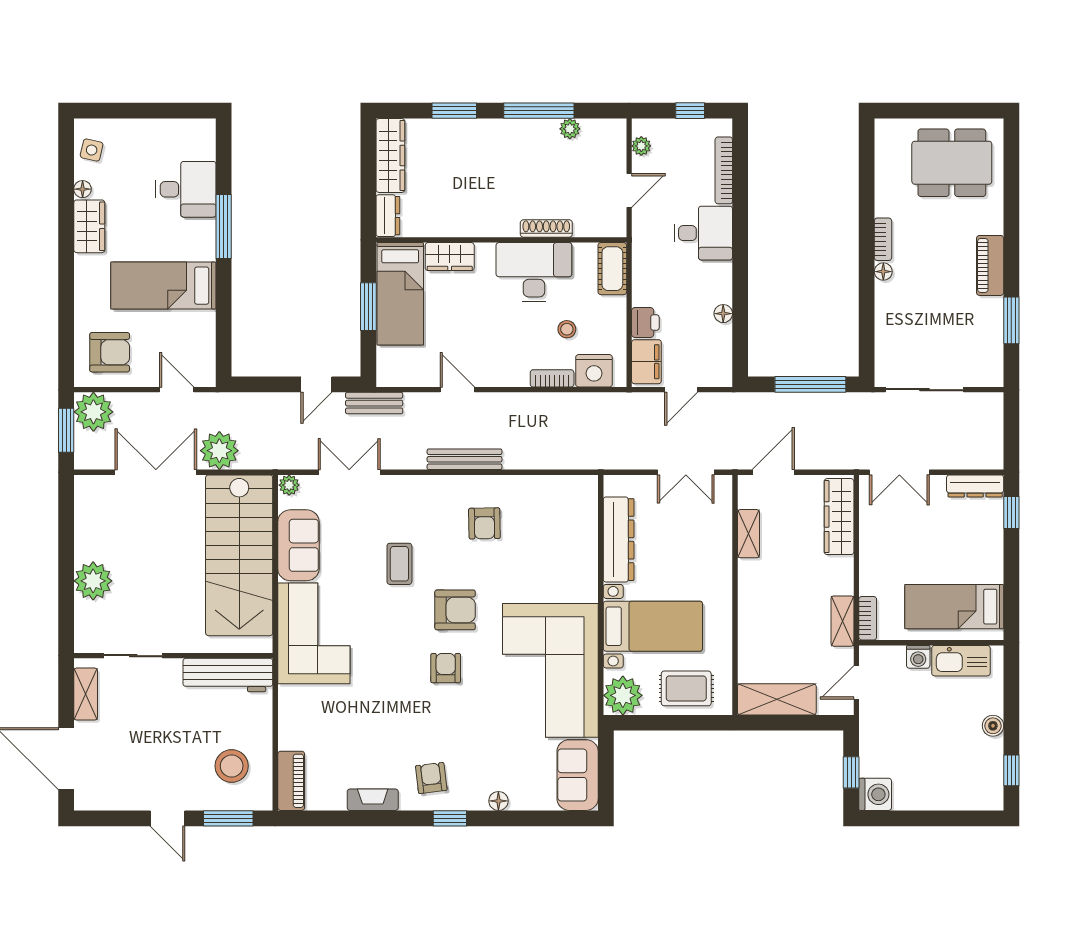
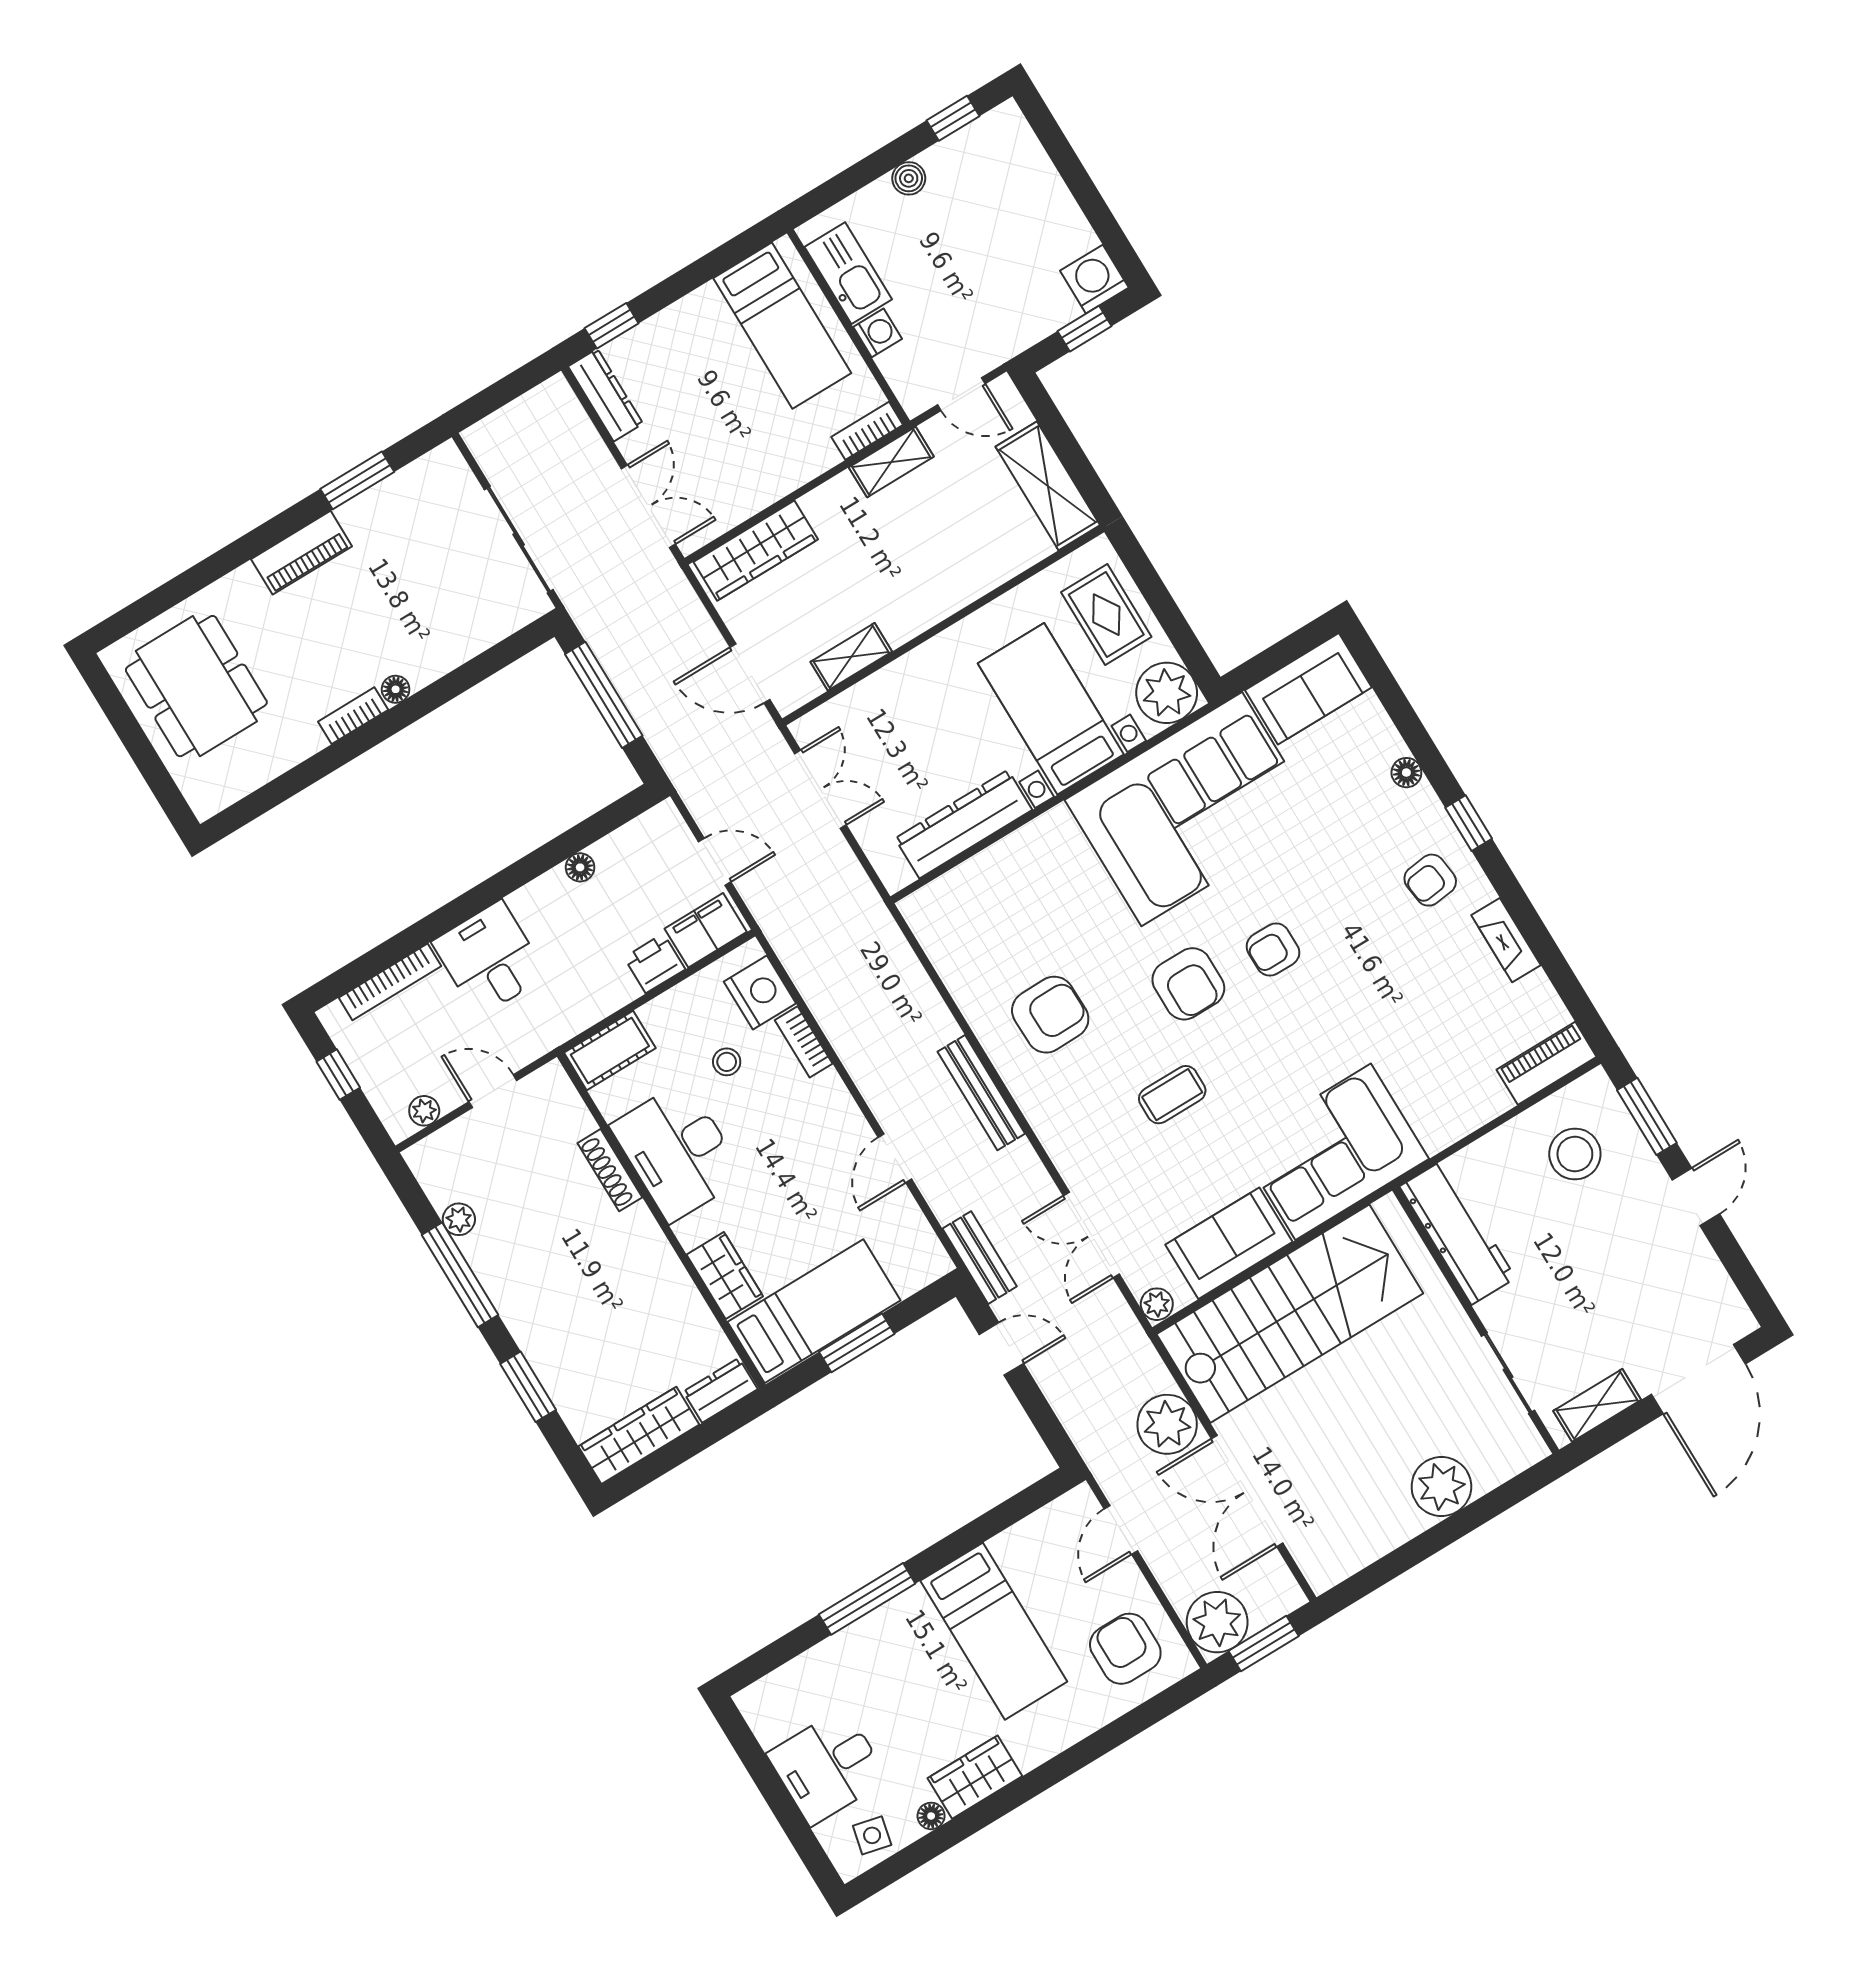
desk: (186, 189) -> (828, 1766), moved, turned -90
armchair: (484, 523) -> (1050, 1015), width x1.38, depth x1.38
armchair: (455, 610) -> (1188, 984), turned 180

